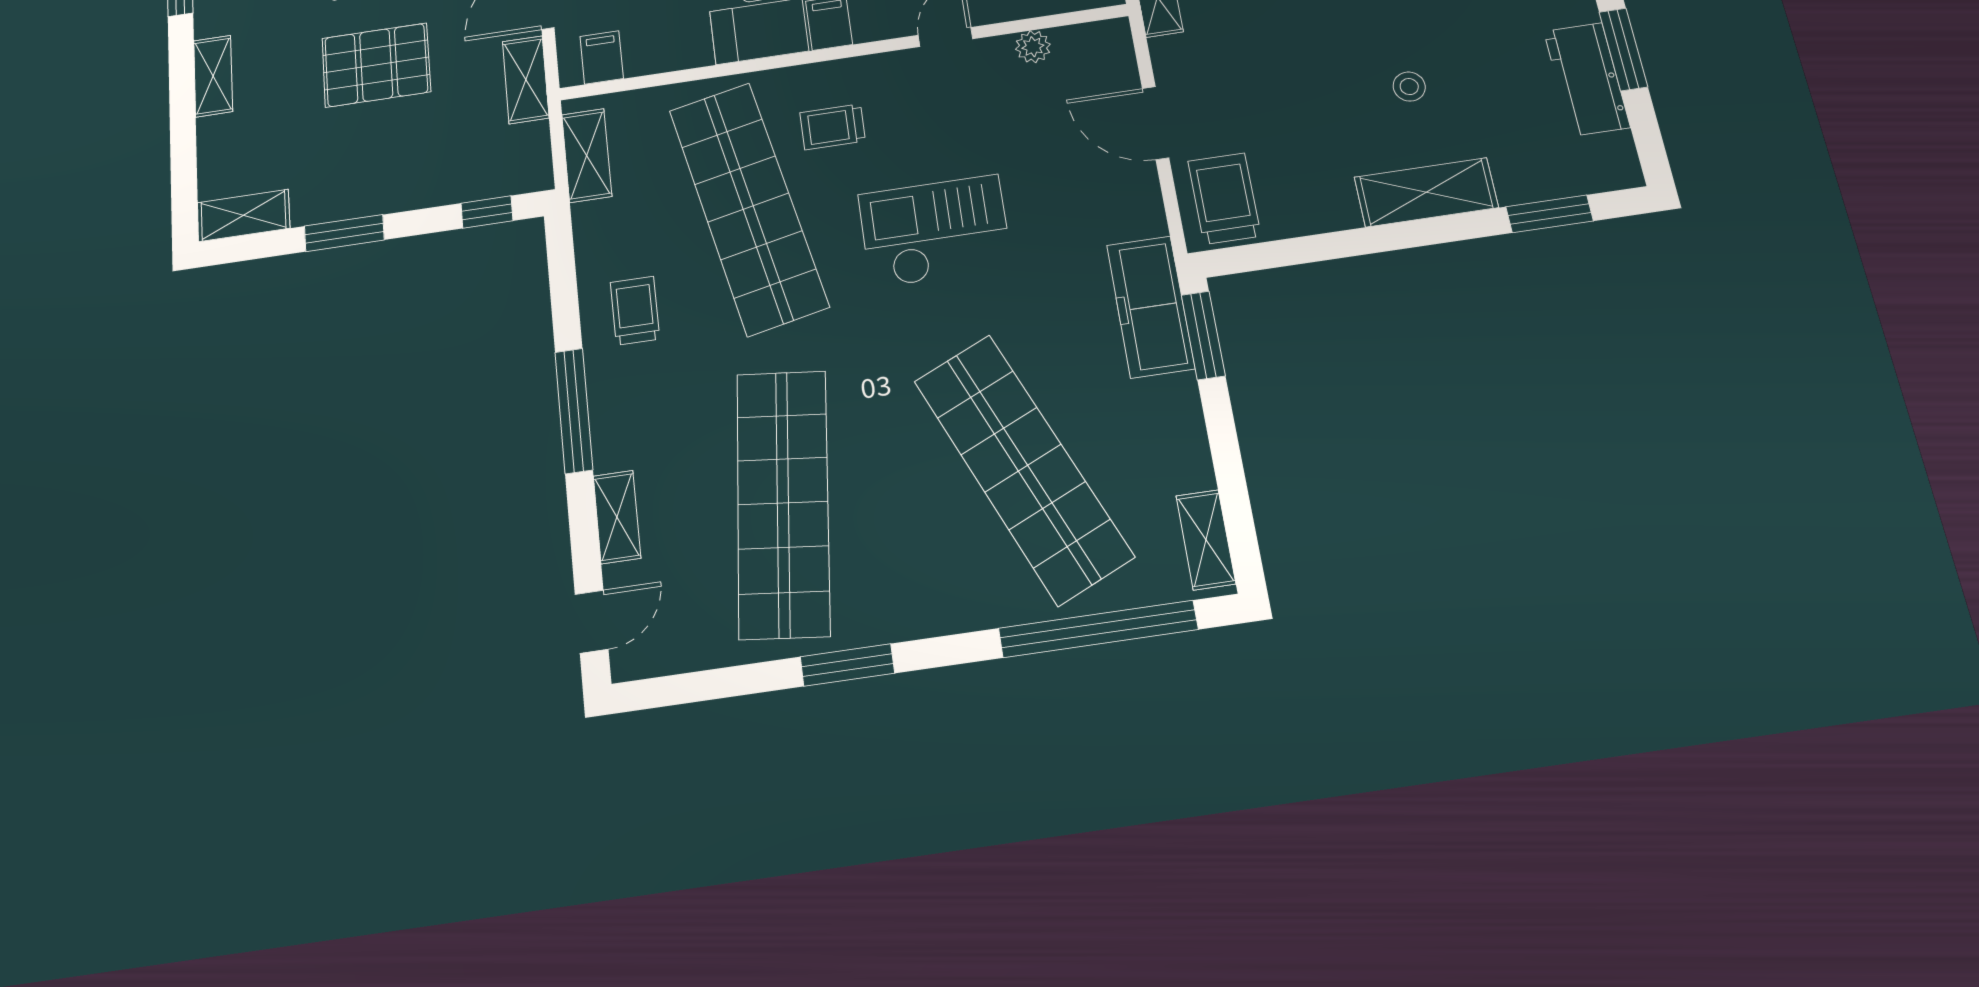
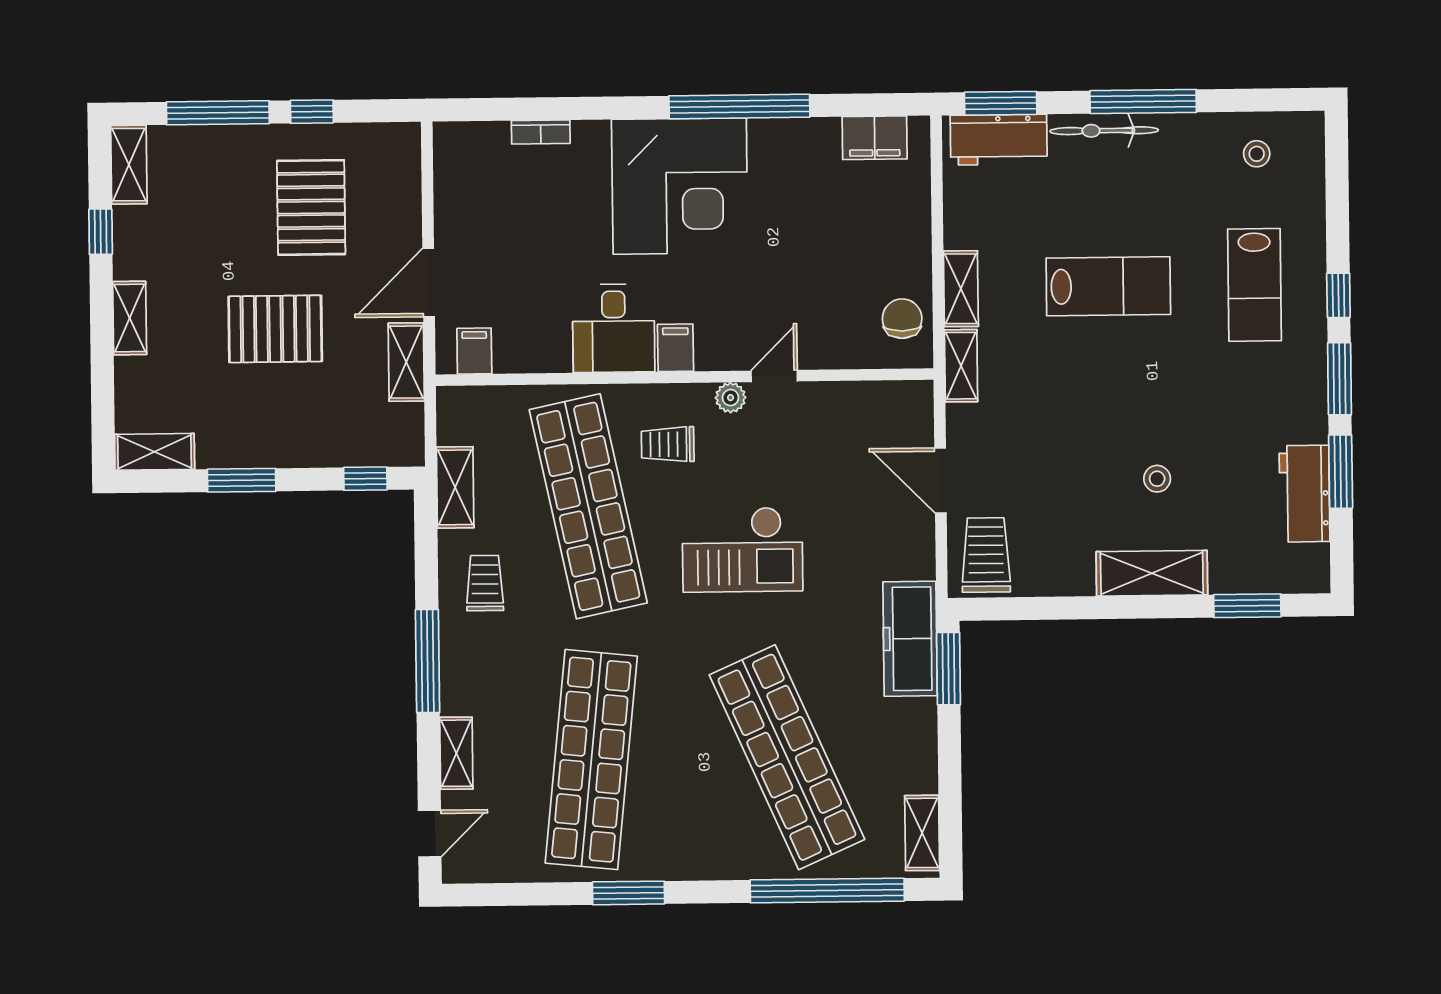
plant: (1033, 47) -> (731, 398), moved
shelving: (587, 155) -> (455, 487), moved
checkout: (935, 231) -> (742, 550), turned 180

